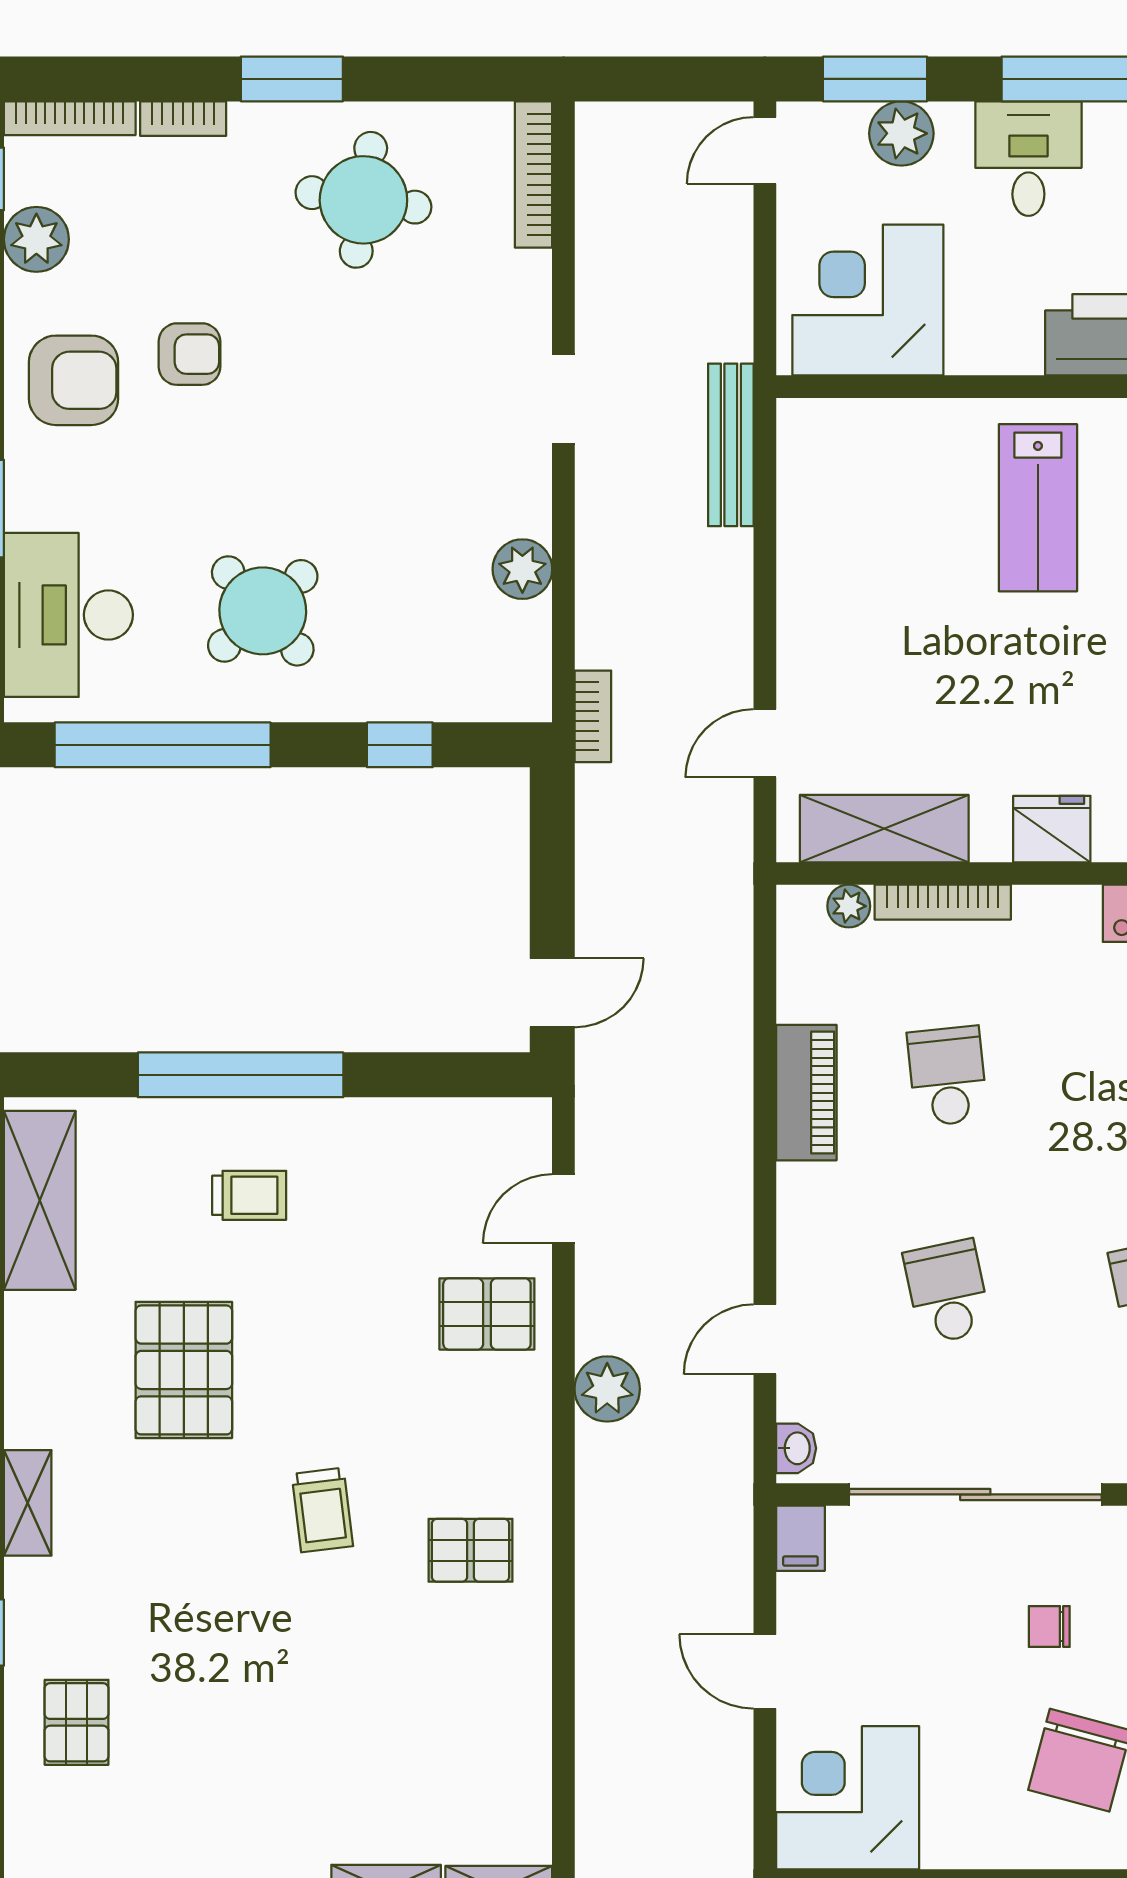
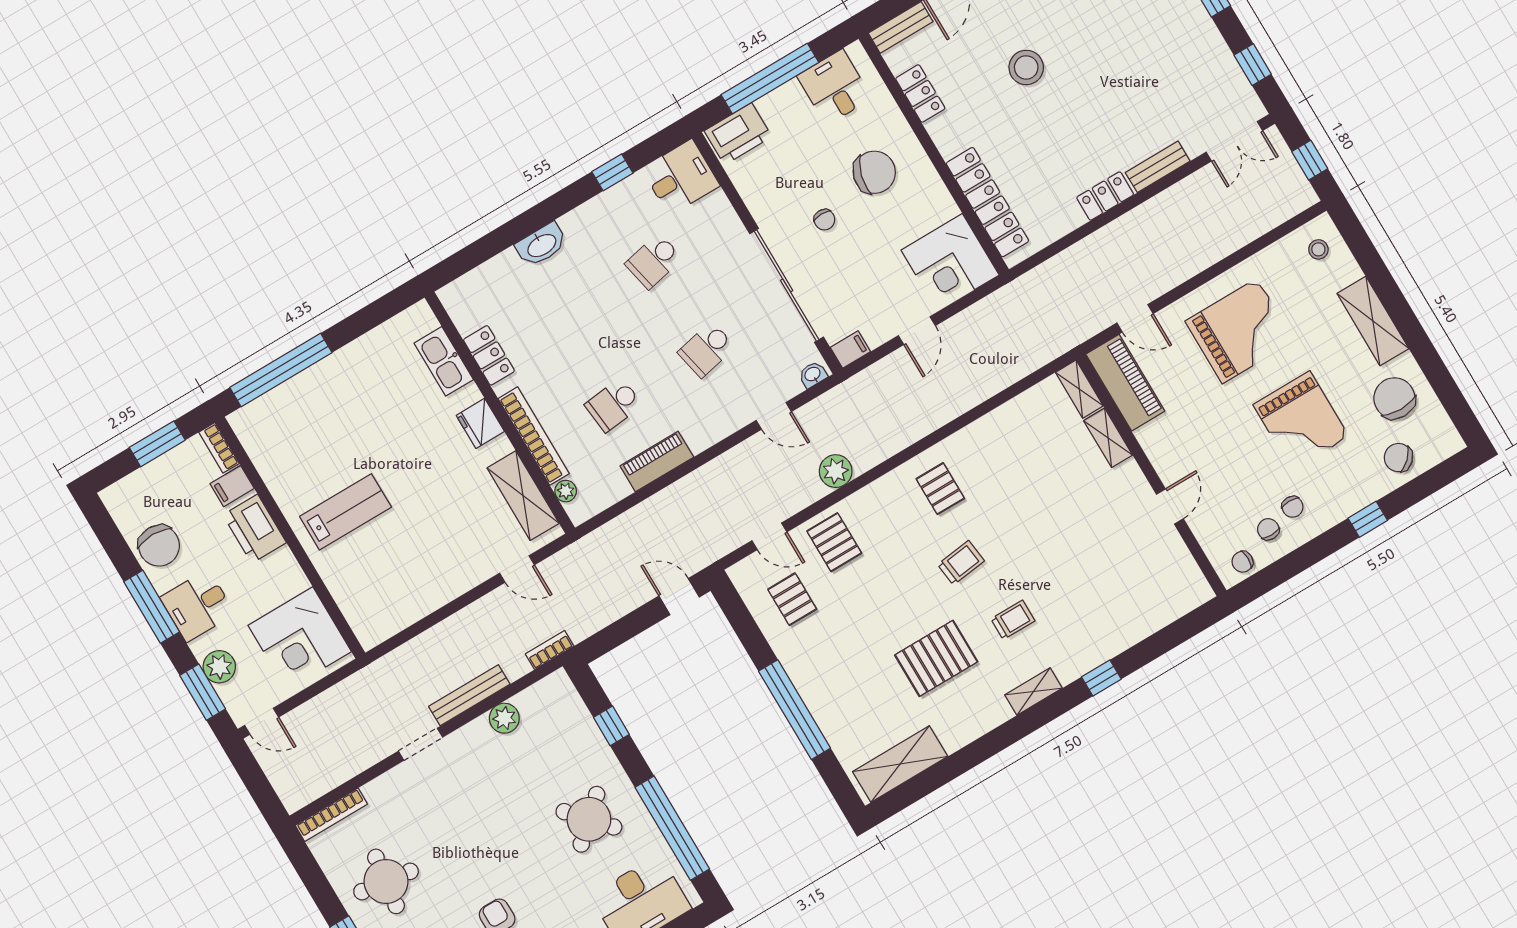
bench: (731, 445) -> (469, 695), moved
bookcase: (943, 902) -> (534, 436), width x1.48, depth x1.31
trolley: (249, 1195) -> (1013, 620), moved, turned 90
pallet: (77, 1722) -> (792, 599), moved, turned 90

